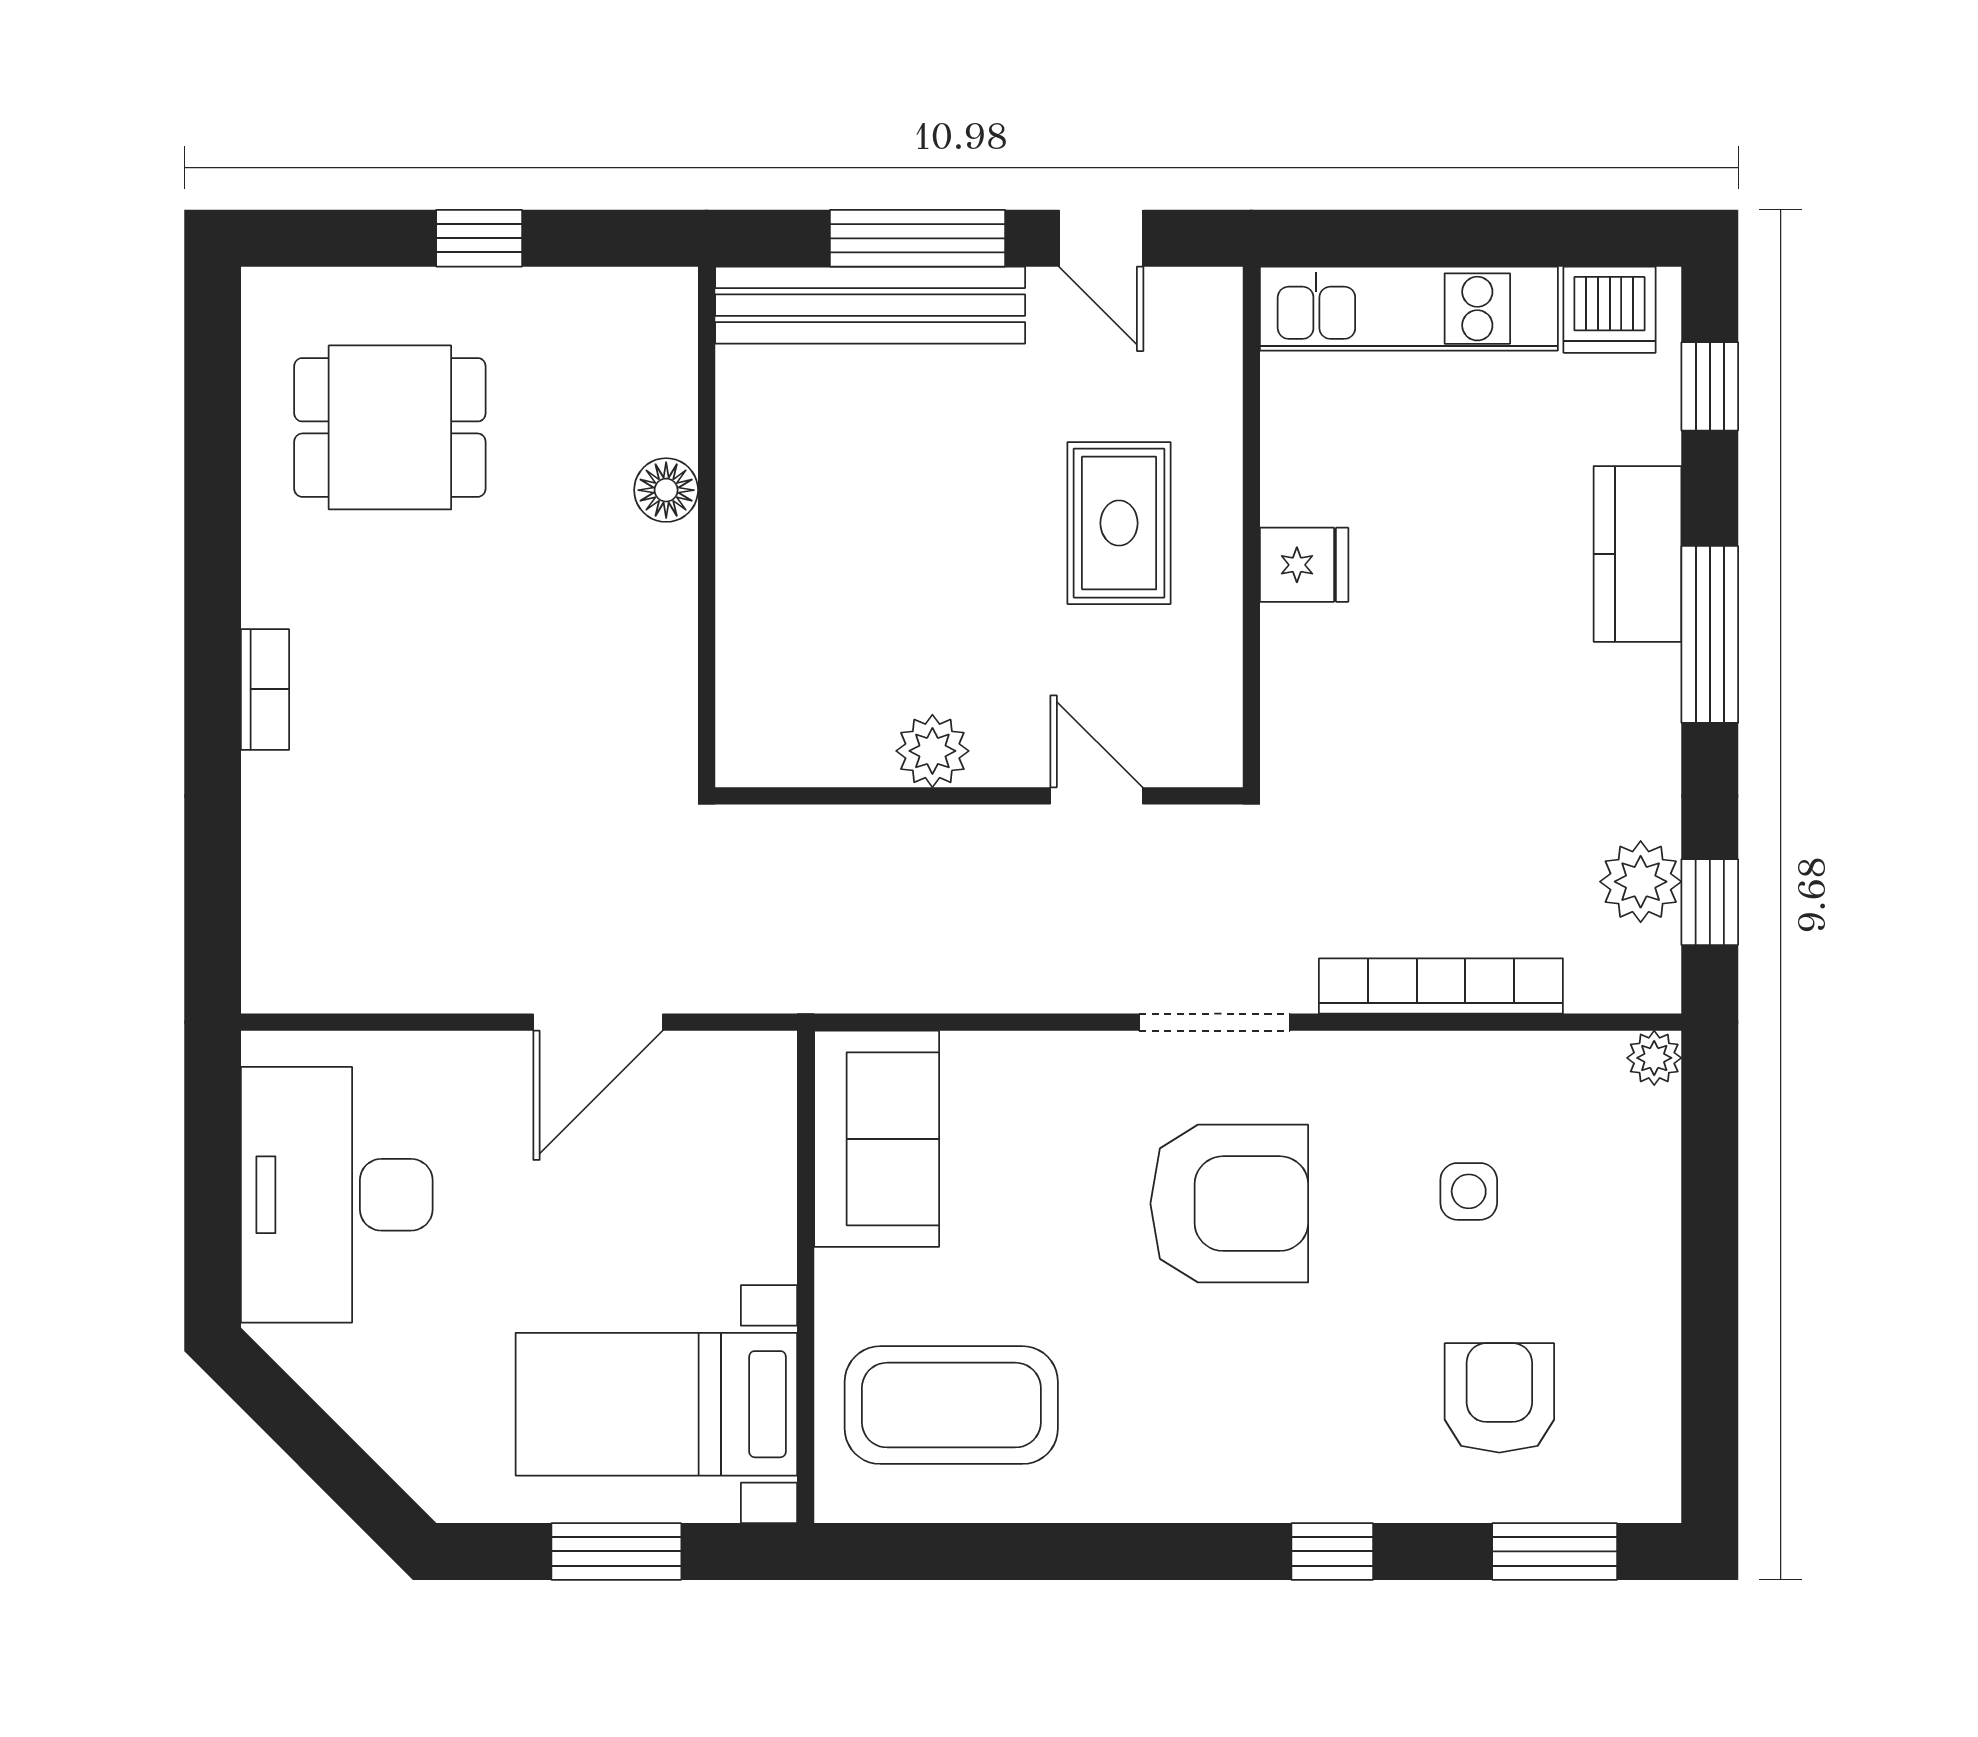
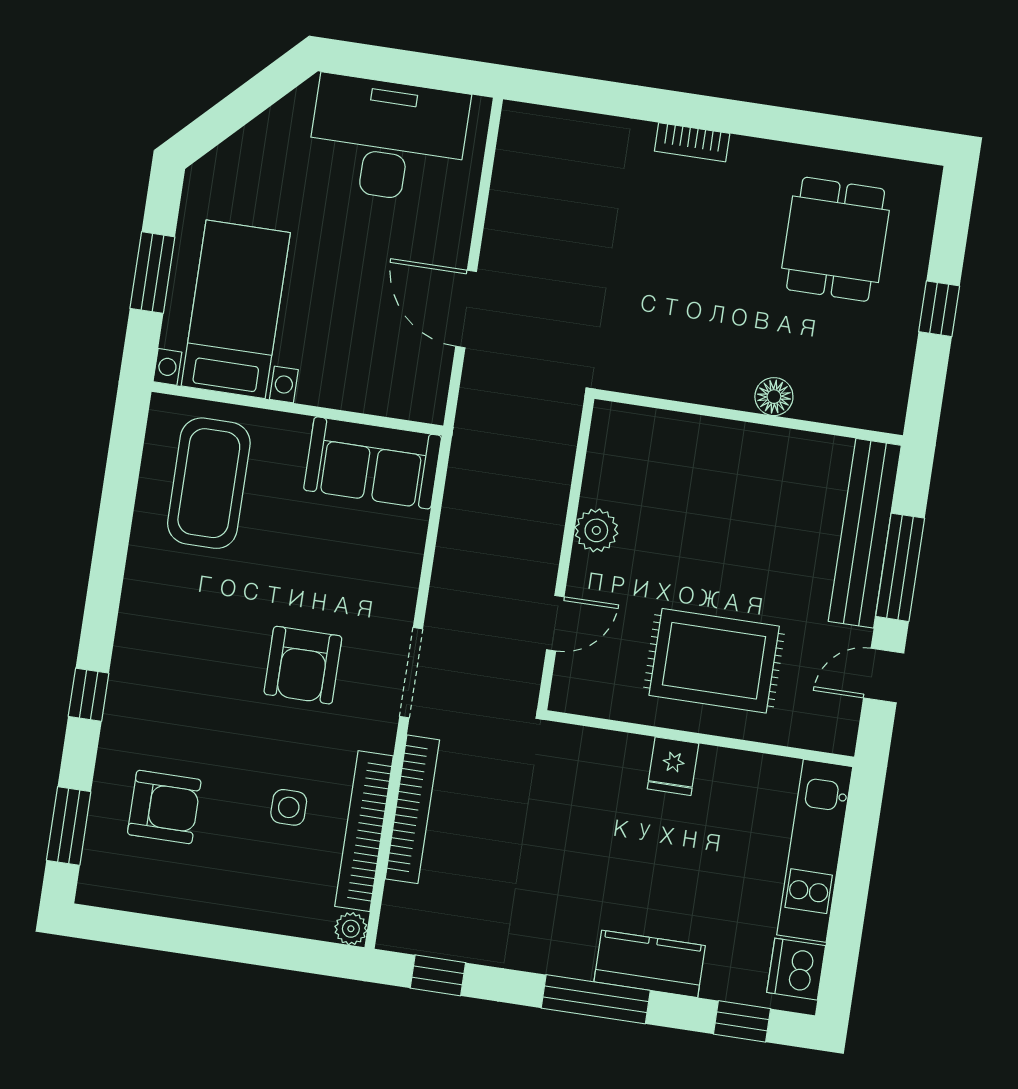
rug: (1119, 523) -> (714, 661), width x1.36, depth x1.43
plant: (1641, 882) -> (456, 936), removed
bookcase: (1489, 1061) -> (364, 831), added
armchair: (1229, 1204) -> (303, 665), width x0.73, depth x0.73

